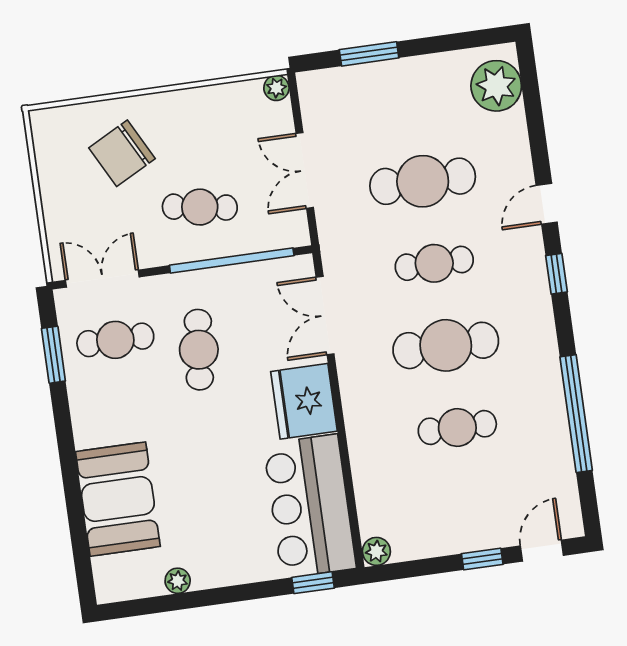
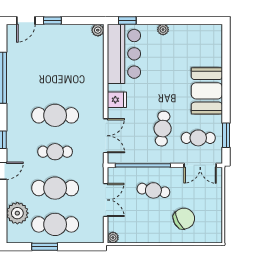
window: (369, 54) -> (45, 247), moved
plant: (496, 86) -> (17, 213), moved
fridge: (304, 401) -> (117, 100), width x0.53, depth x0.75
cafe table: (457, 428) -> (55, 224), moved, width x1.37, depth x1.35
booth: (118, 499) -> (207, 91), moved
plant: (178, 581) -> (163, 30), moved

